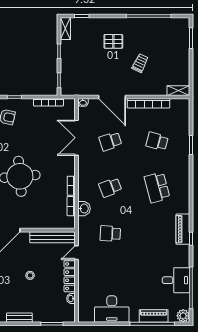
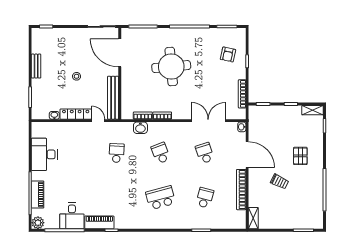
door: (112, 97) -> (247, 155), swing flipped
piano: (183, 229) -> (99, 222), moved

